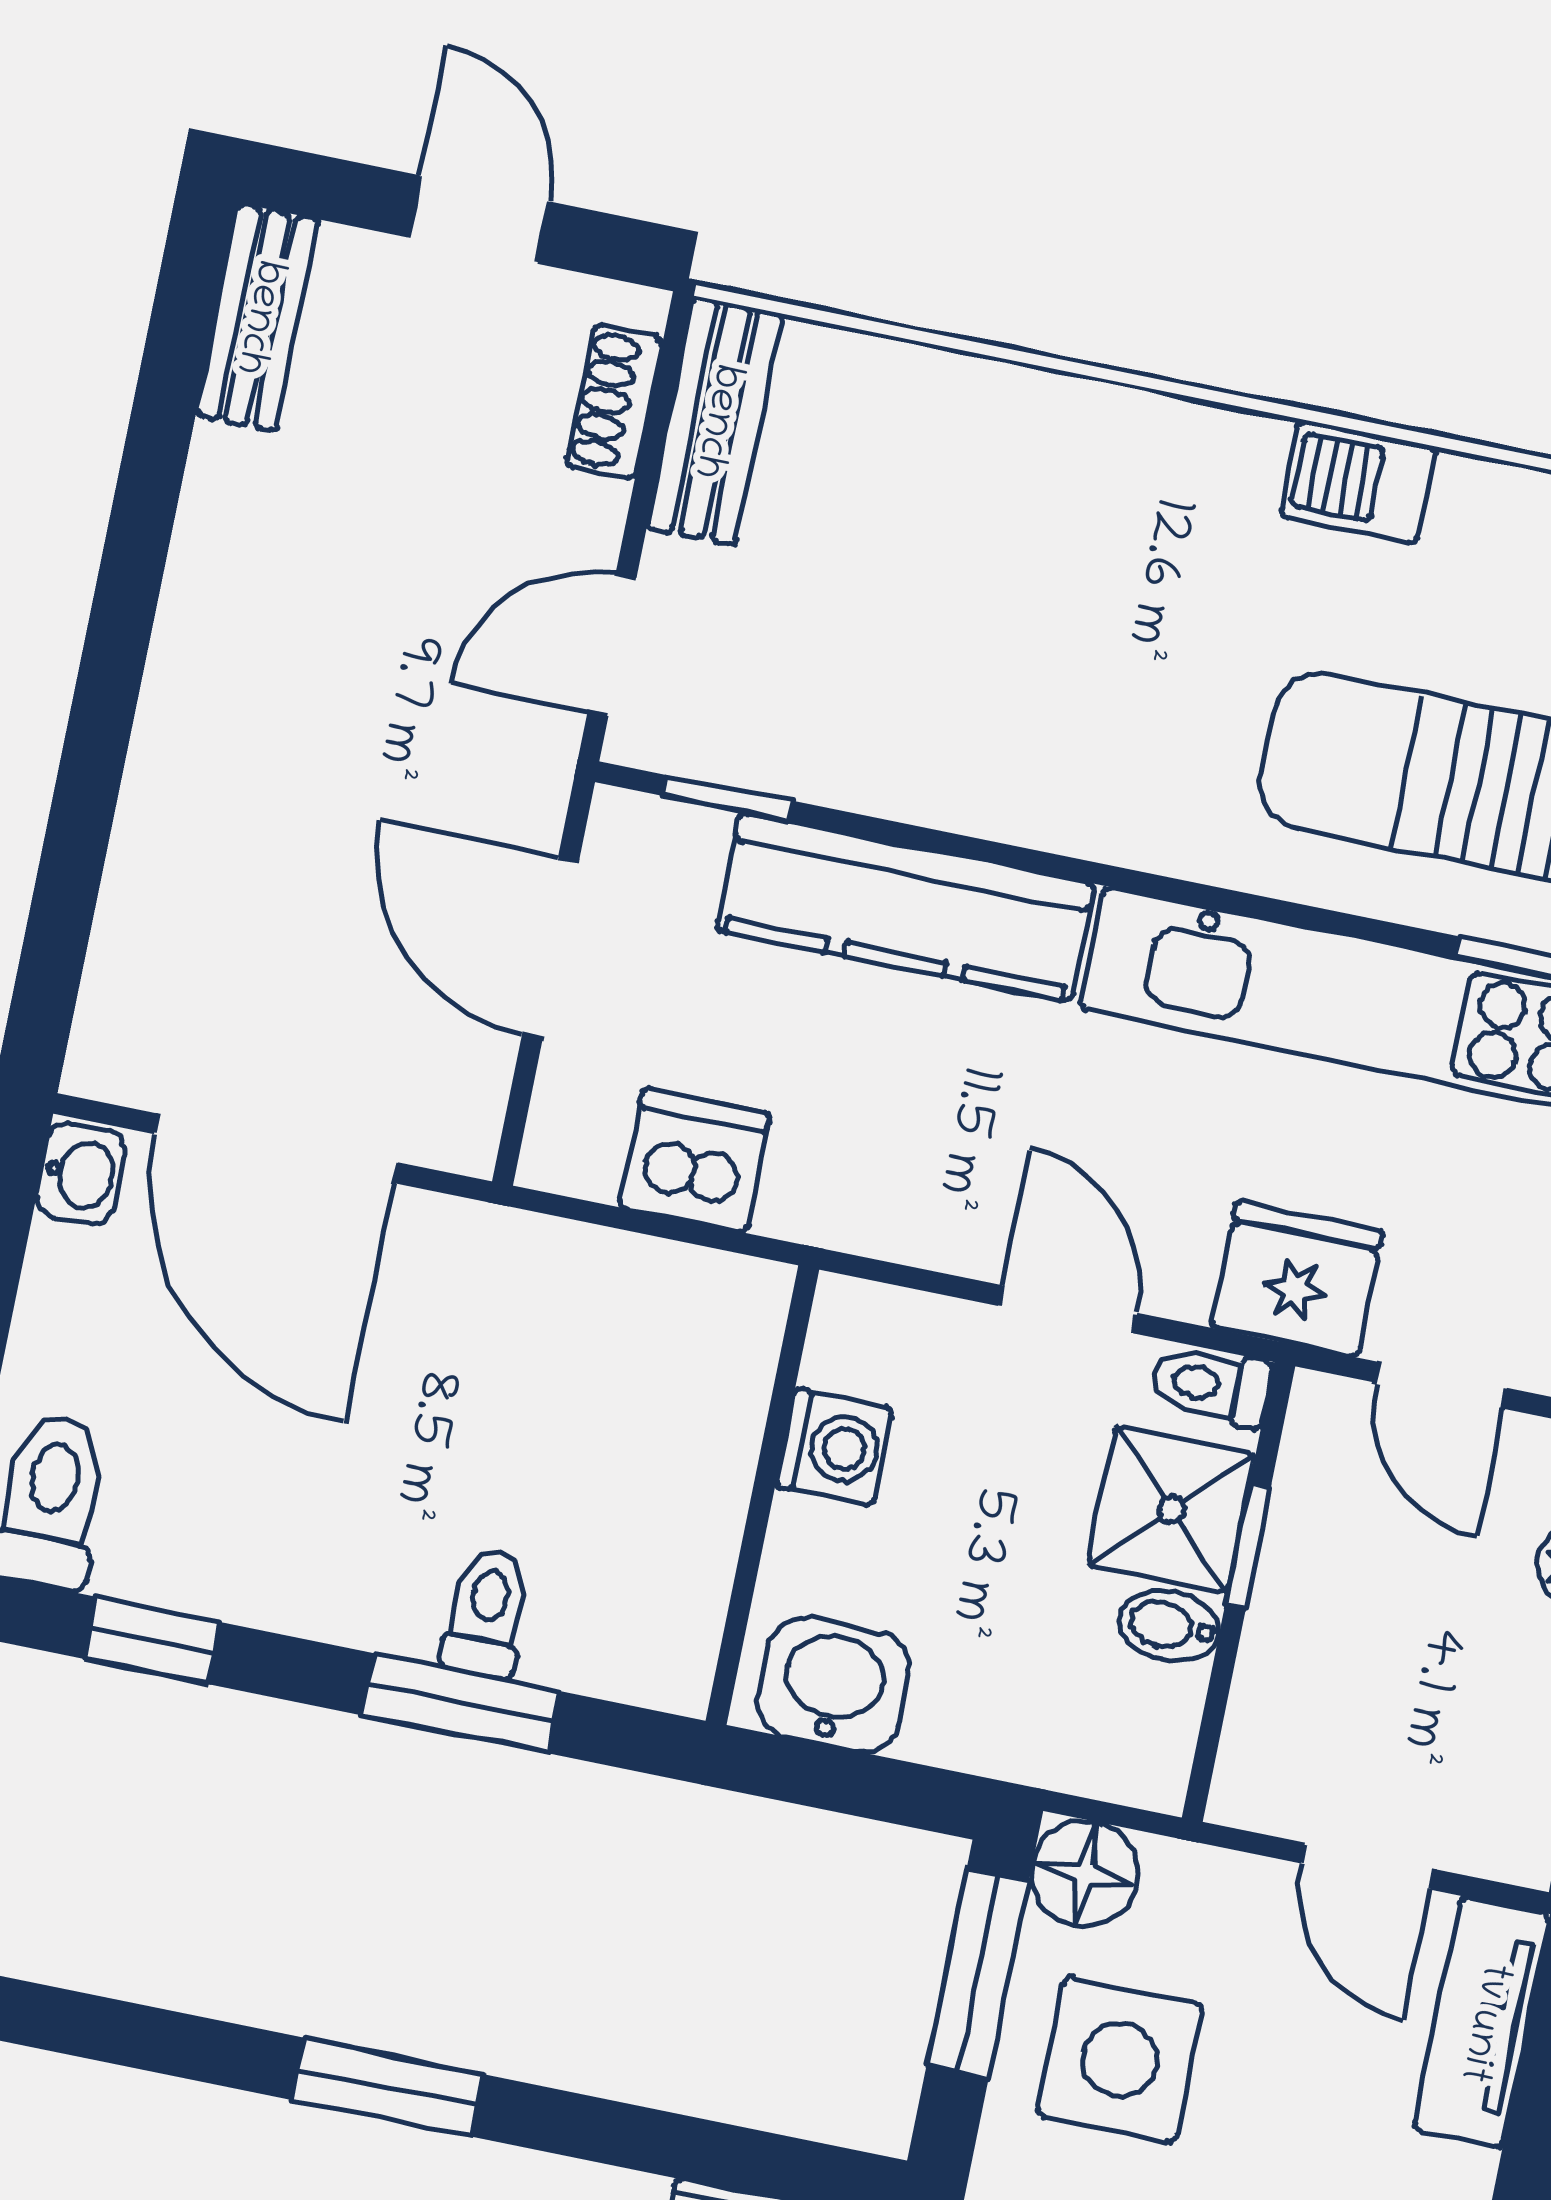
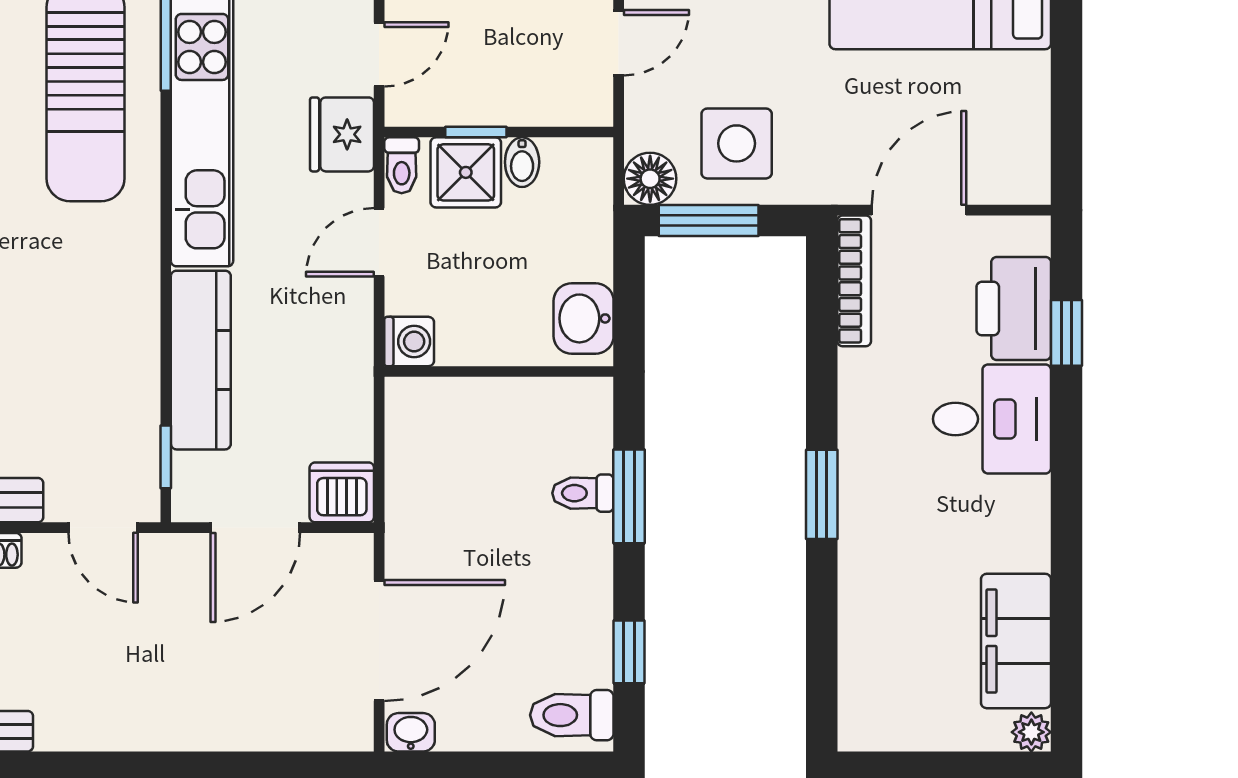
dishwasher: (695, 1160) -> (342, 492), moved, turned 90
washing machine: (834, 1447) -> (409, 342), moved, turned 90

